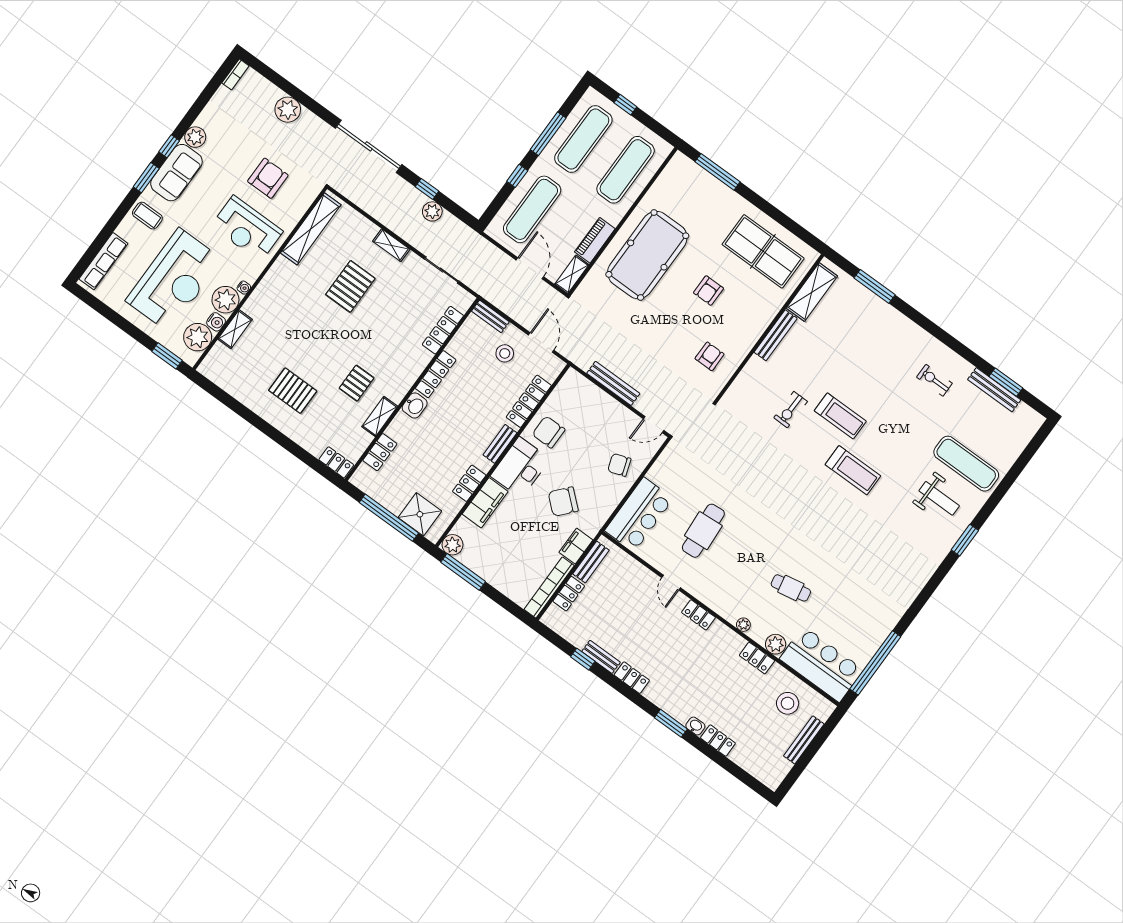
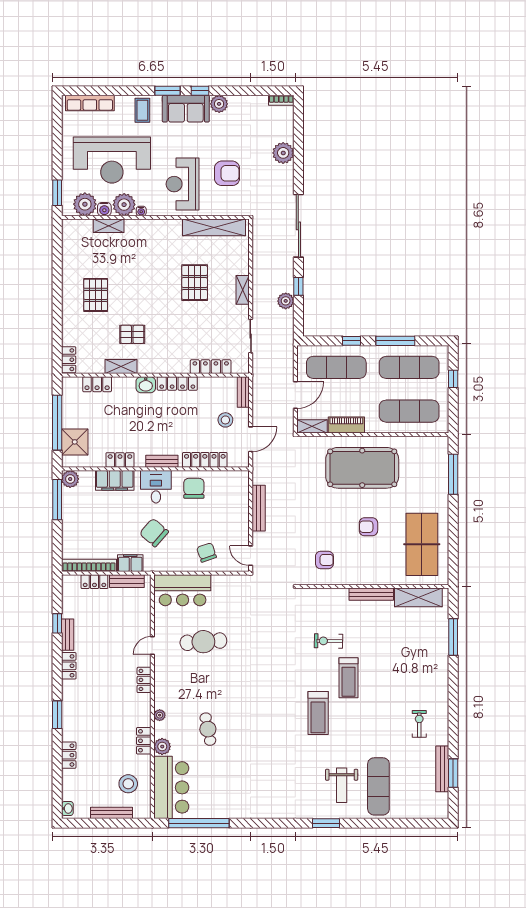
pallet: (350, 286) -> (195, 283), turned 90
desk: (520, 467) -> (156, 487), width x0.73
washbasin: (695, 726) -> (67, 808), moved

